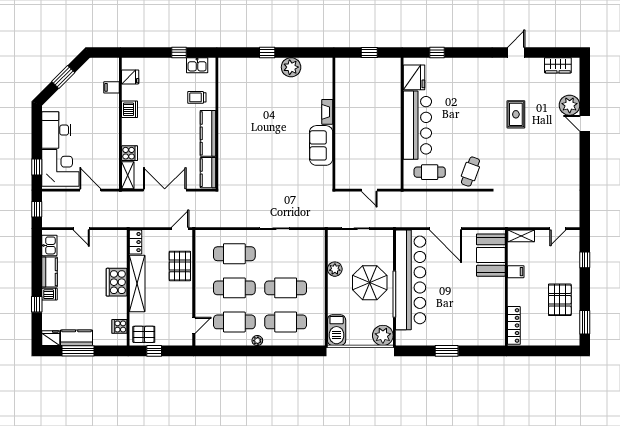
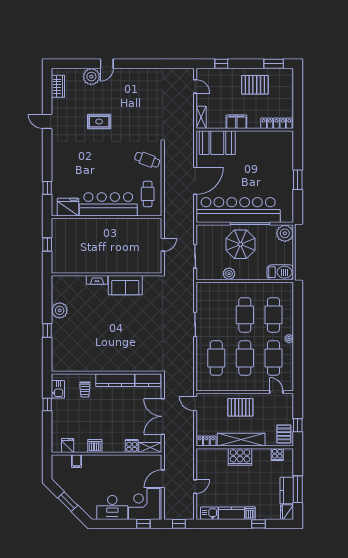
pallet: (180, 266) -> (240, 407), moved
filing cabinet: (516, 272) -> (236, 122), width x2.00

